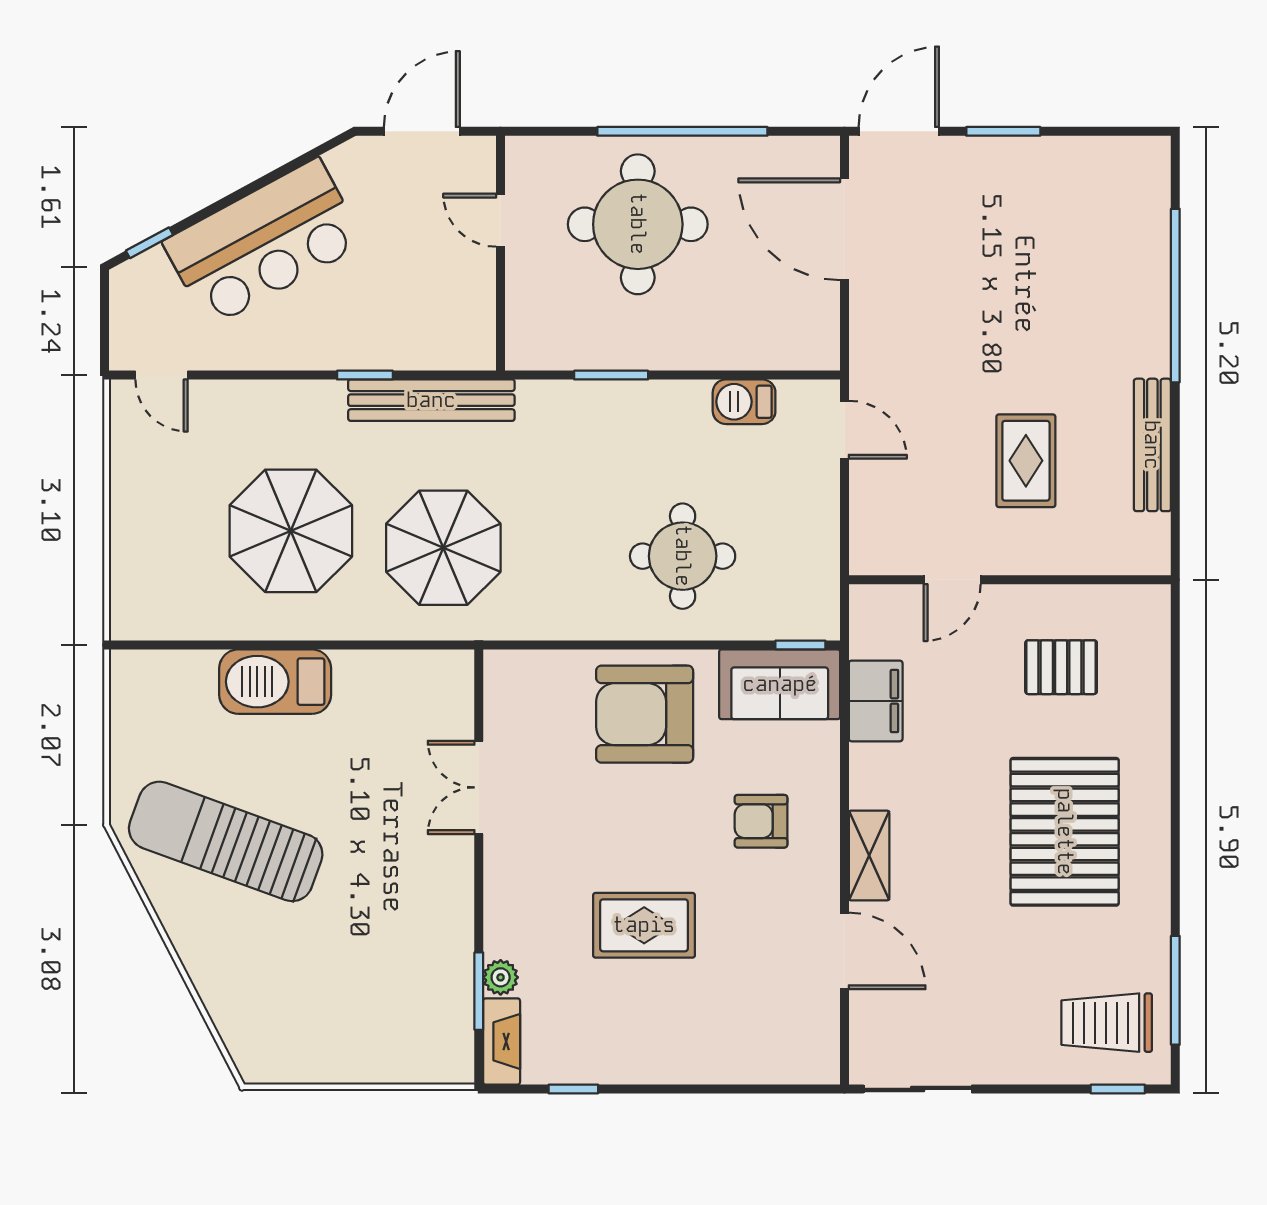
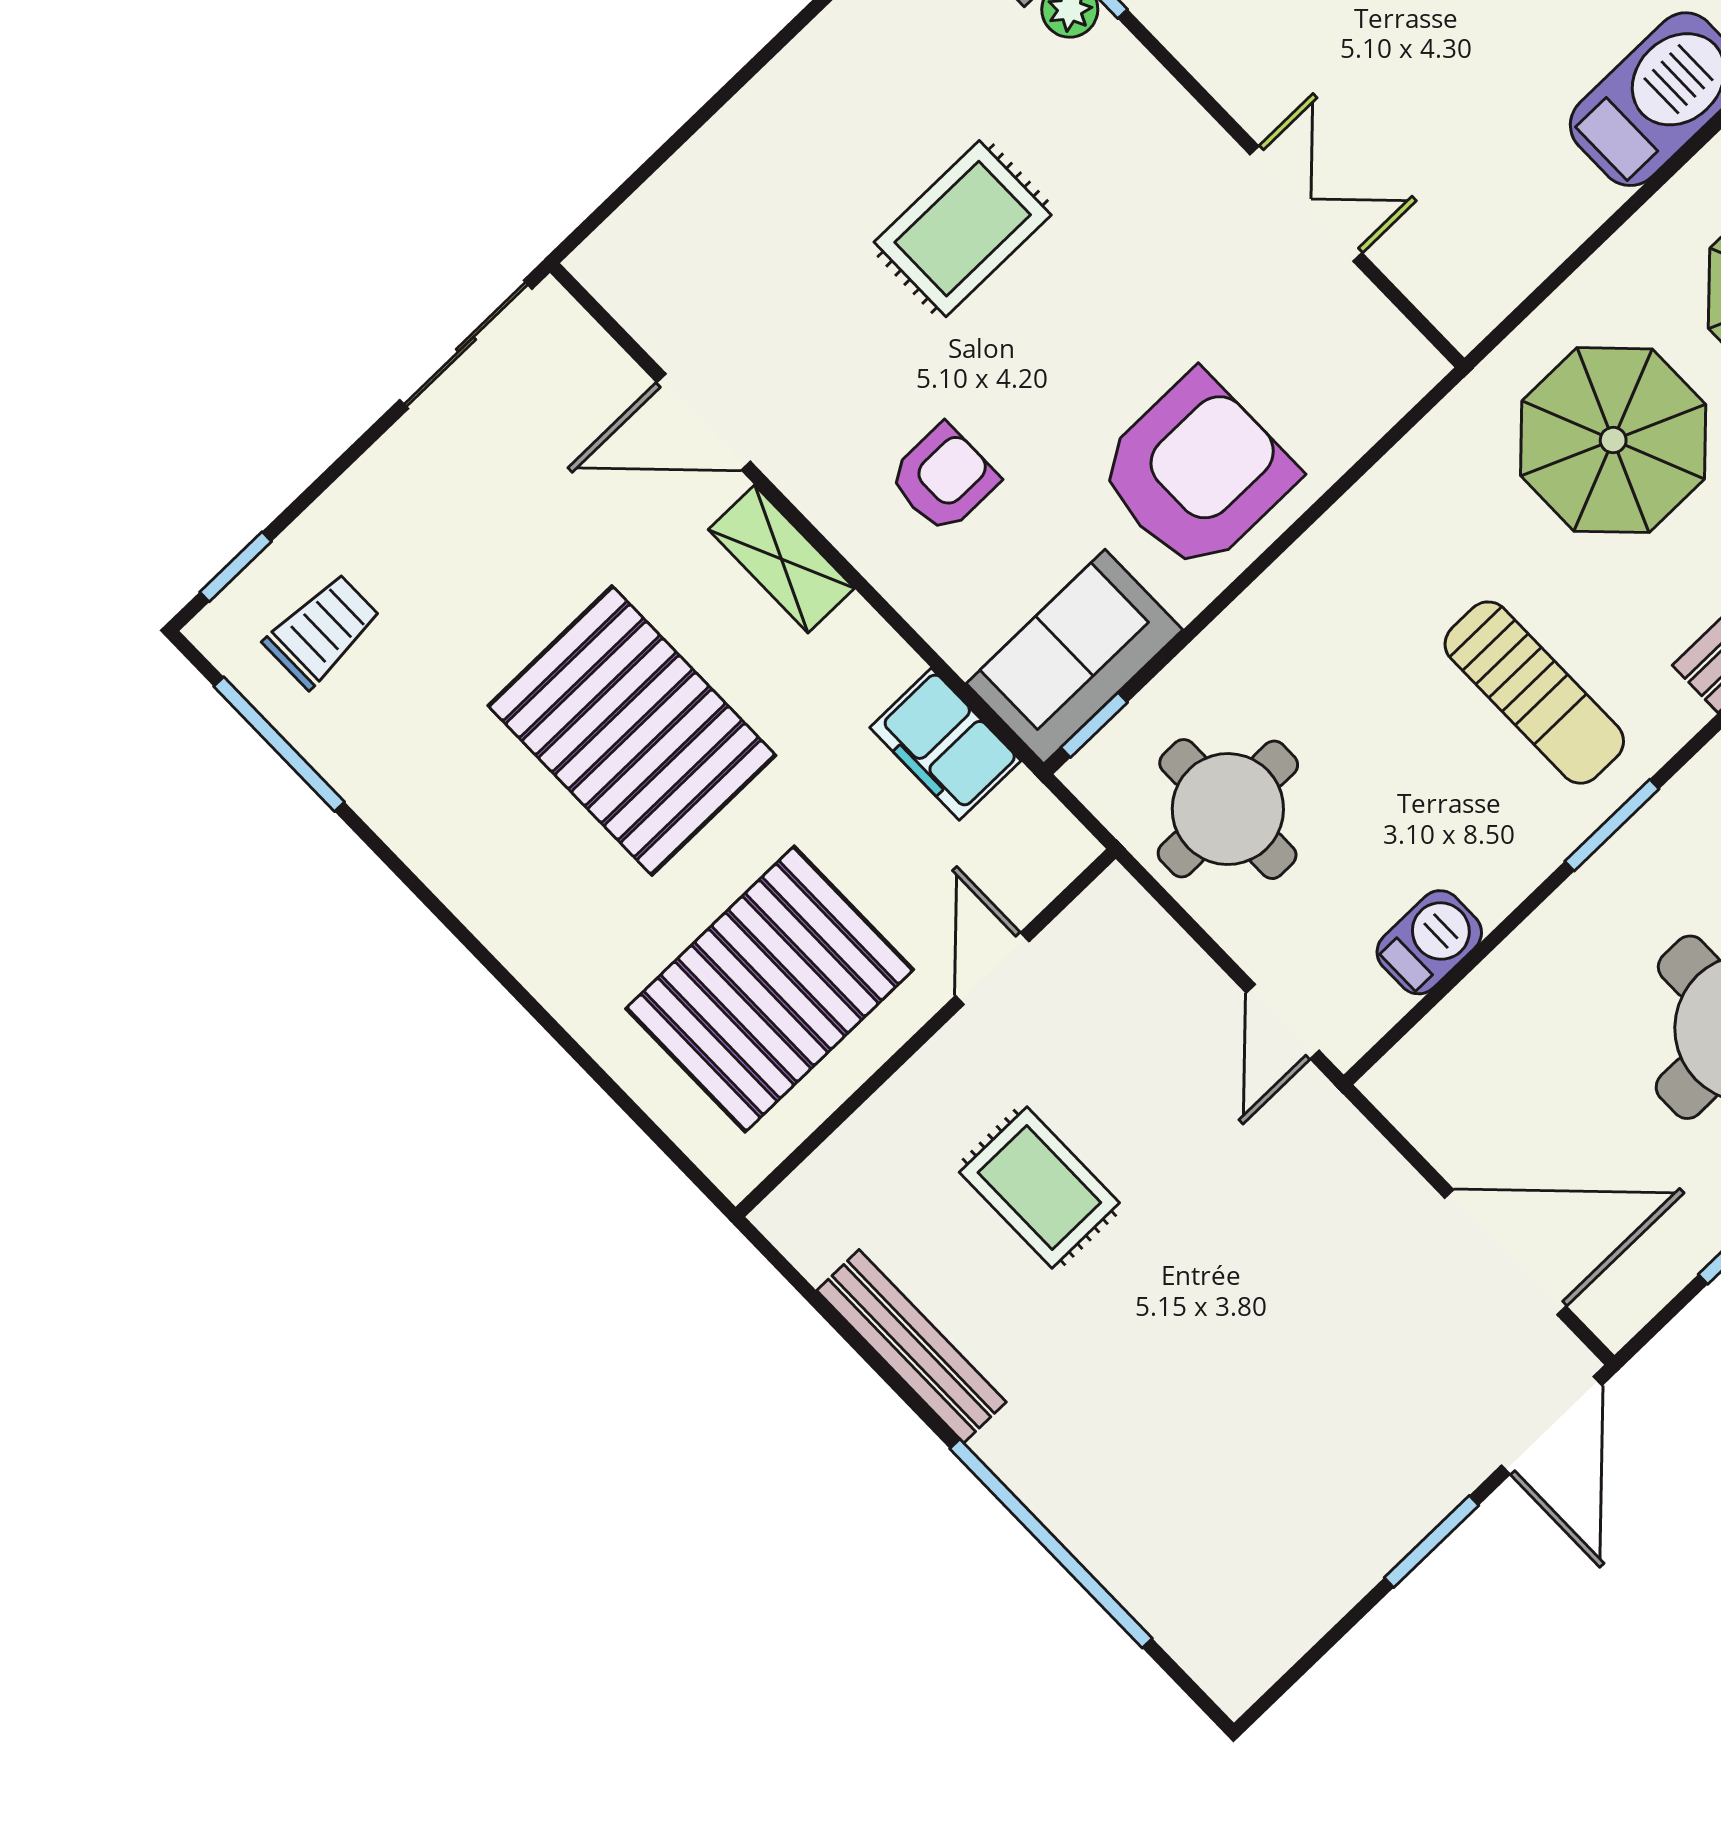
door: (844, 430) -> (1283, 1022), hinge flipped
sun lounger: (588, 468) -> (1534, 693), added
round table: (683, 556) -> (1228, 809), moved
pallet: (1061, 667) -> (770, 989), width x2.05, depth x2.00
pallet: (1065, 832) -> (632, 731), moved
trolley: (1107, 1023) -> (322, 631), width x0.73, depth x0.72

